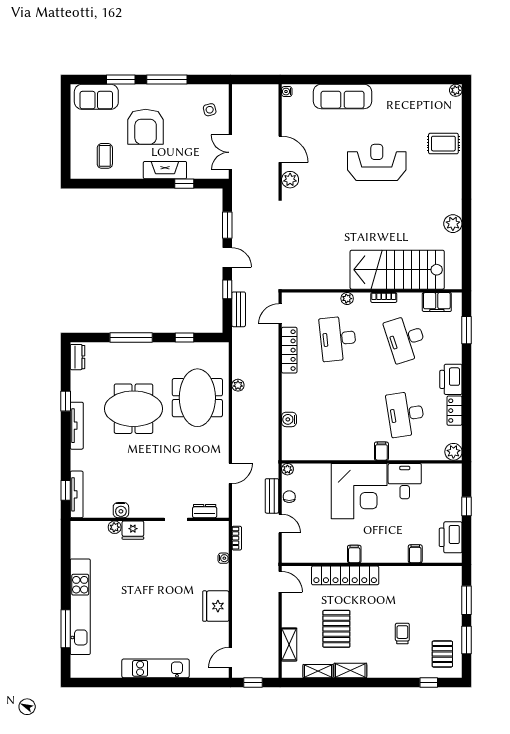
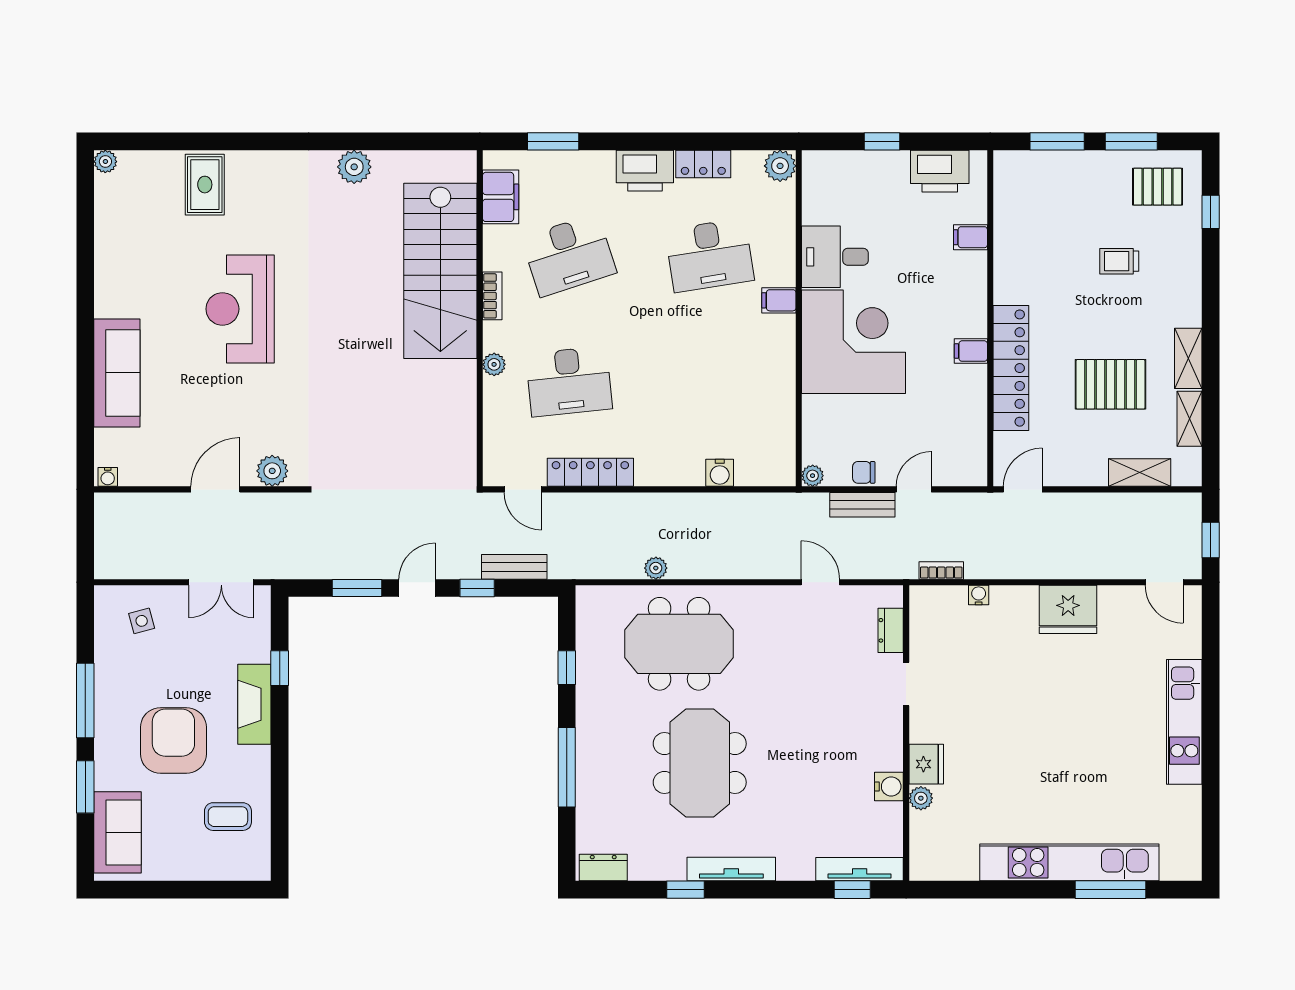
armchair: (146, 127) -> (173, 741), turned -90

